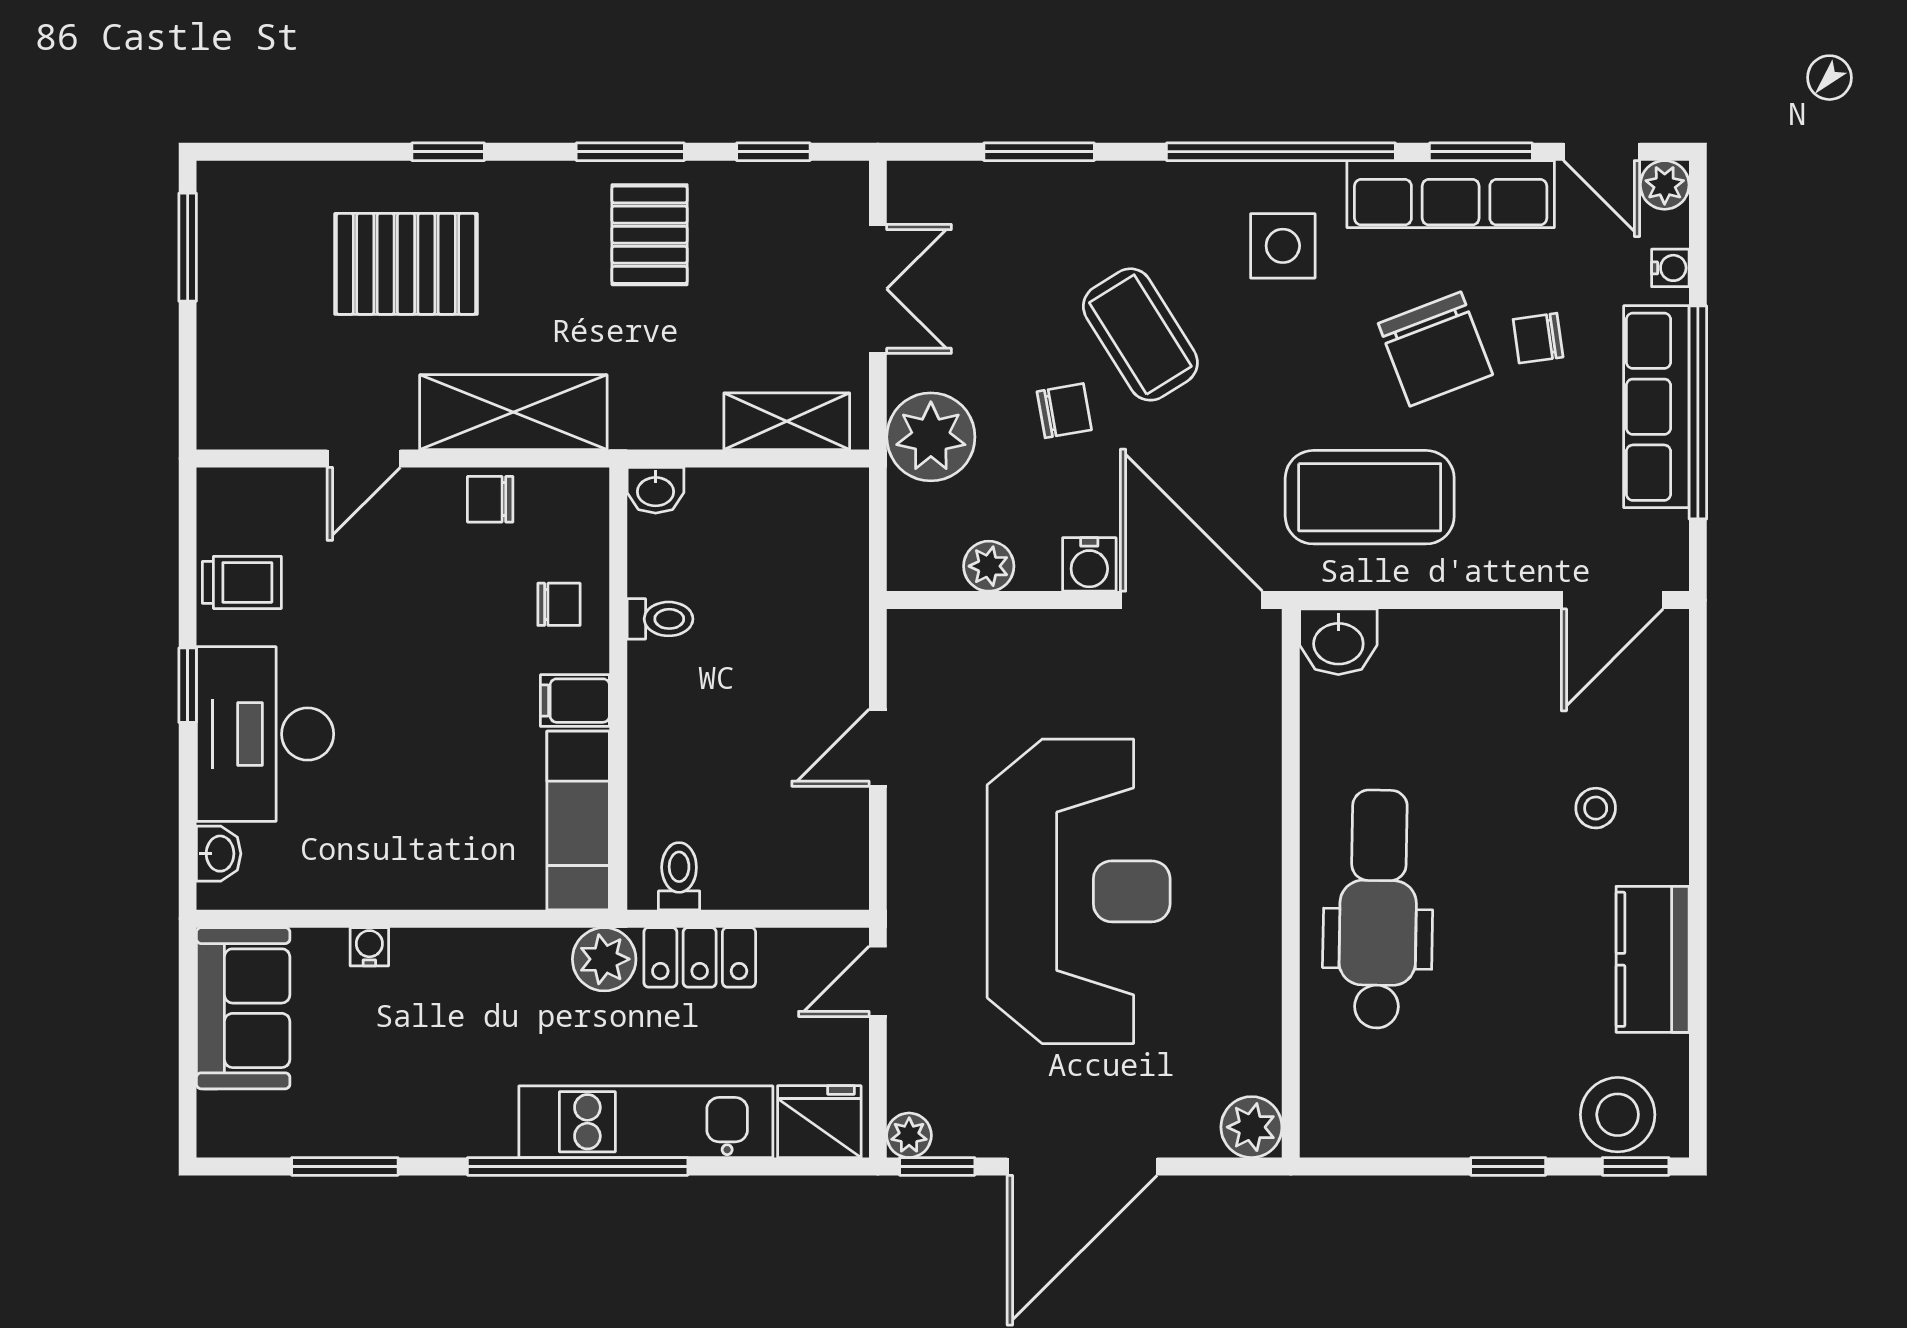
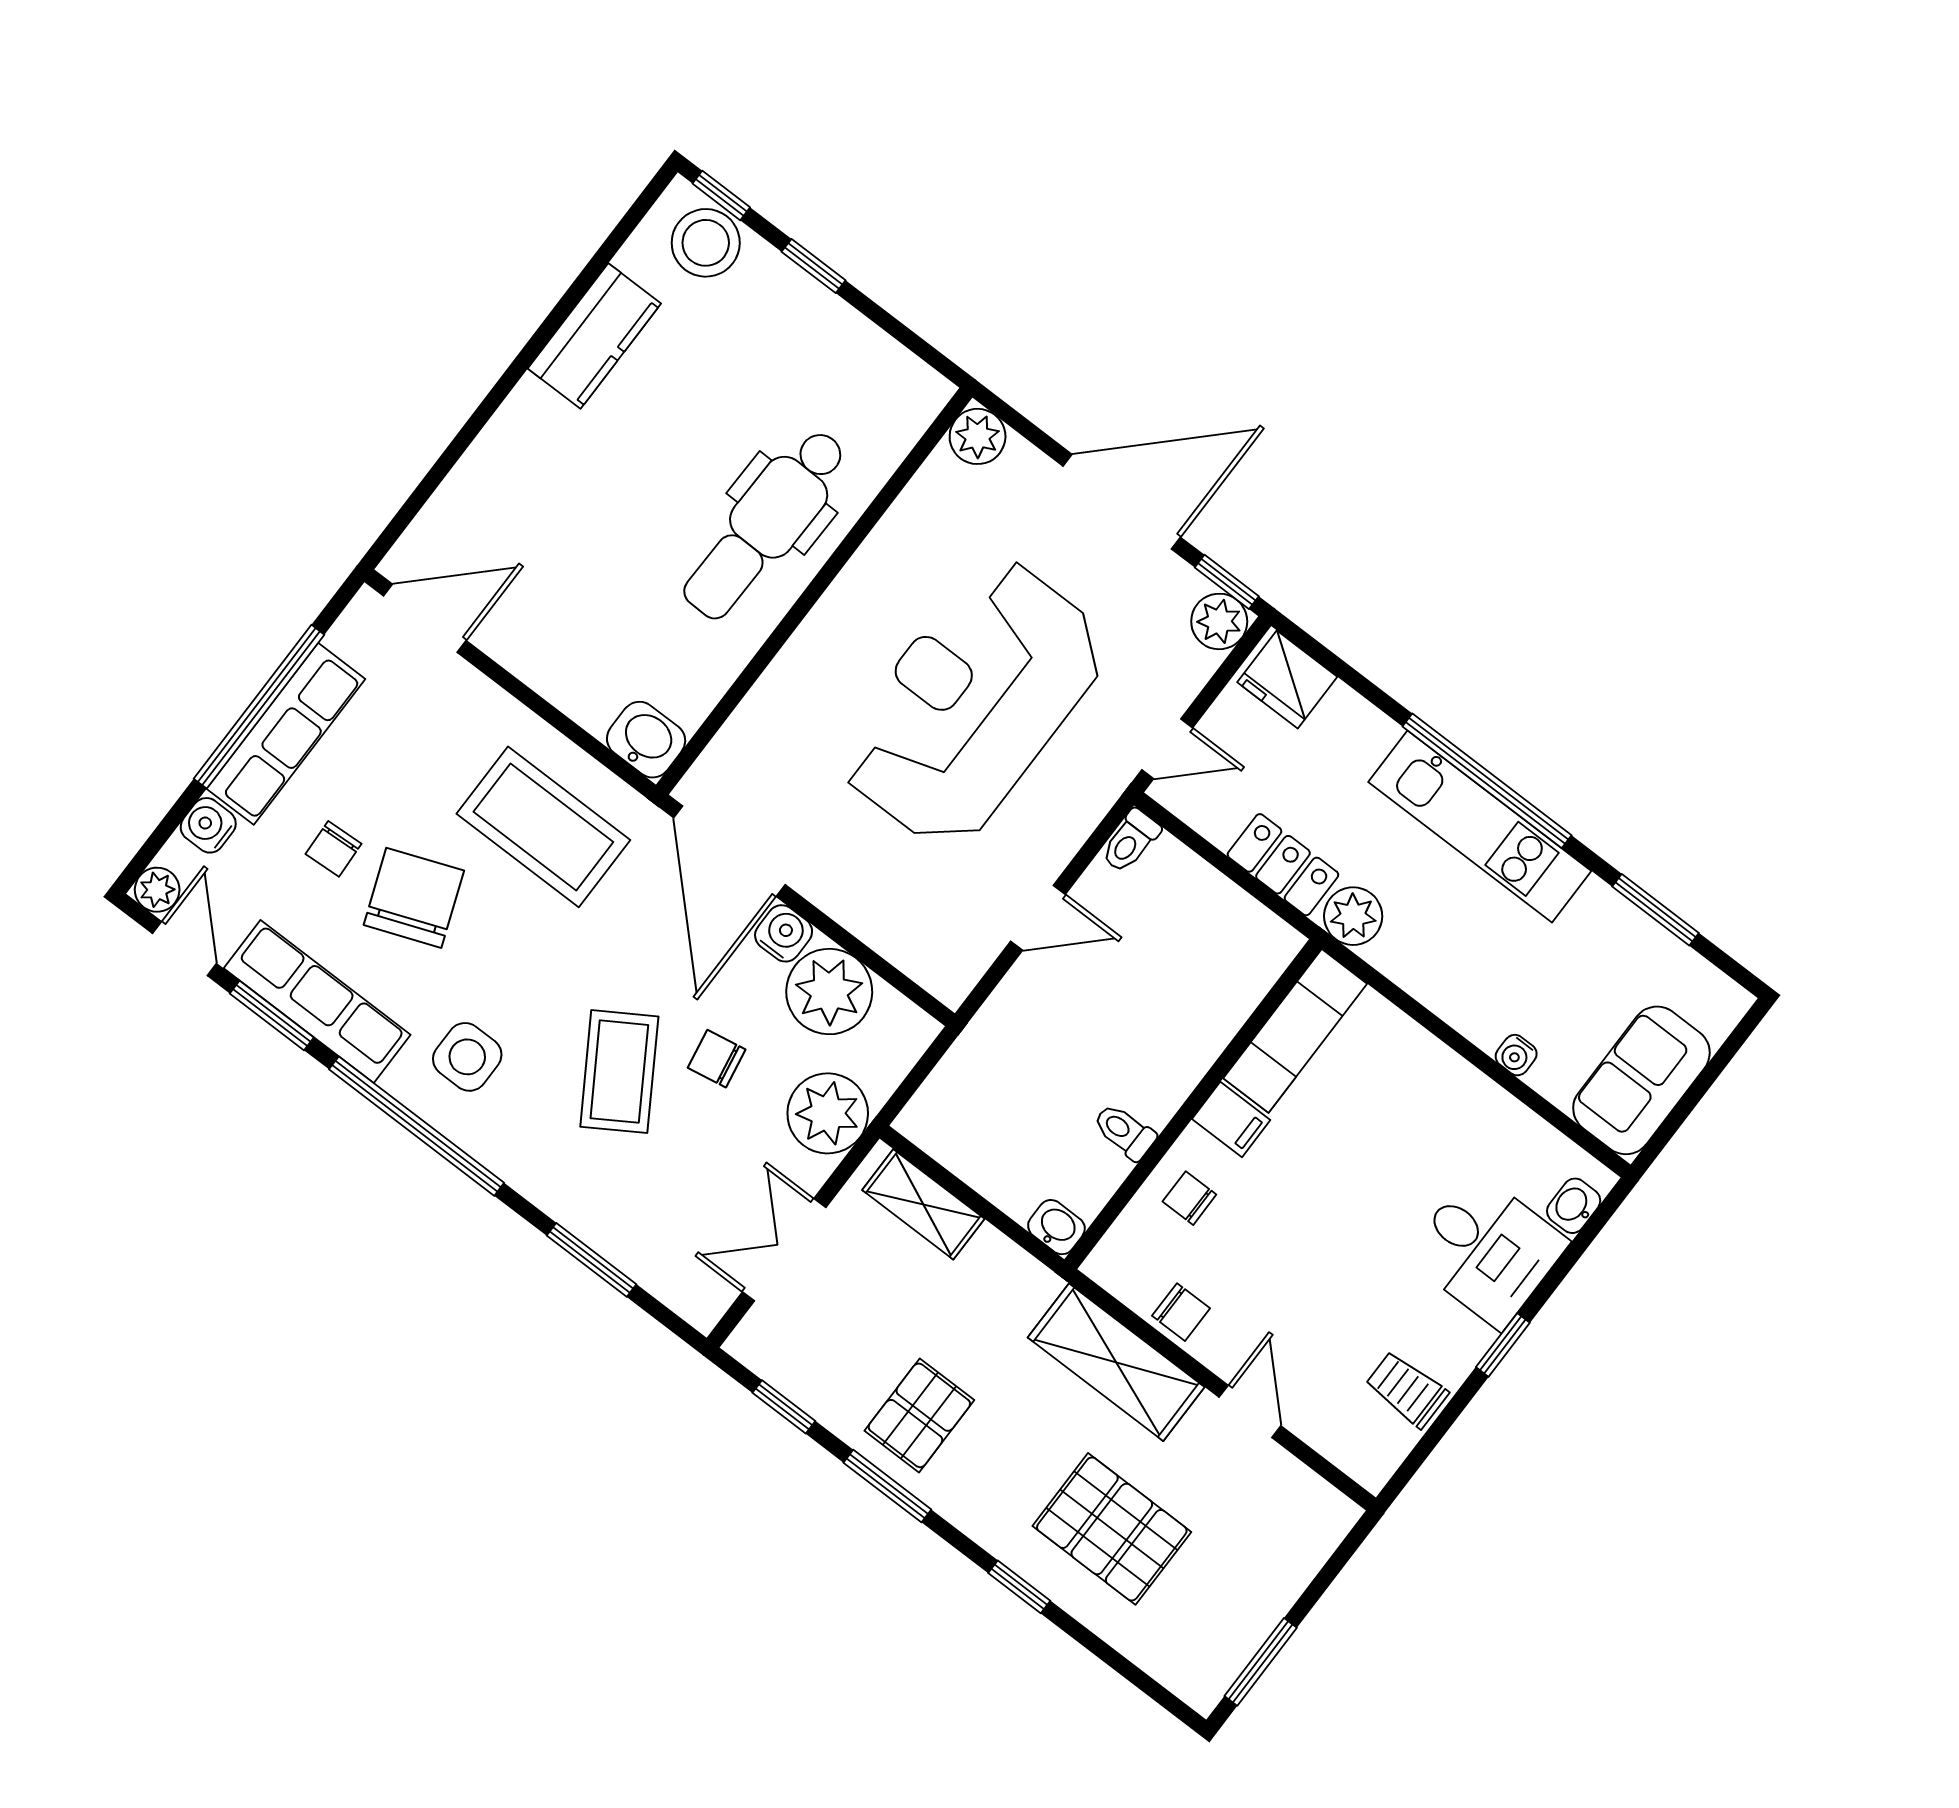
water cooler: (1670, 268) -> (208, 825), width x1.38, depth x1.38
chair: (1538, 338) -> (334, 849), turned 95
door: (364, 459) -> (1250, 1412), hinge flipped
plant: (989, 566) -> (829, 992), width x1.88, depth x1.88
desk: (265, 734) -> (1487, 1250), width x0.73
stool: (1596, 808) -> (552, 477), removed
toilet: (679, 876) -> (1130, 841), moved
kitchen unit: (646, 1122) -> (1480, 827), moved
plant: (909, 1135) -> (1219, 621), width x1.38, depth x1.38

